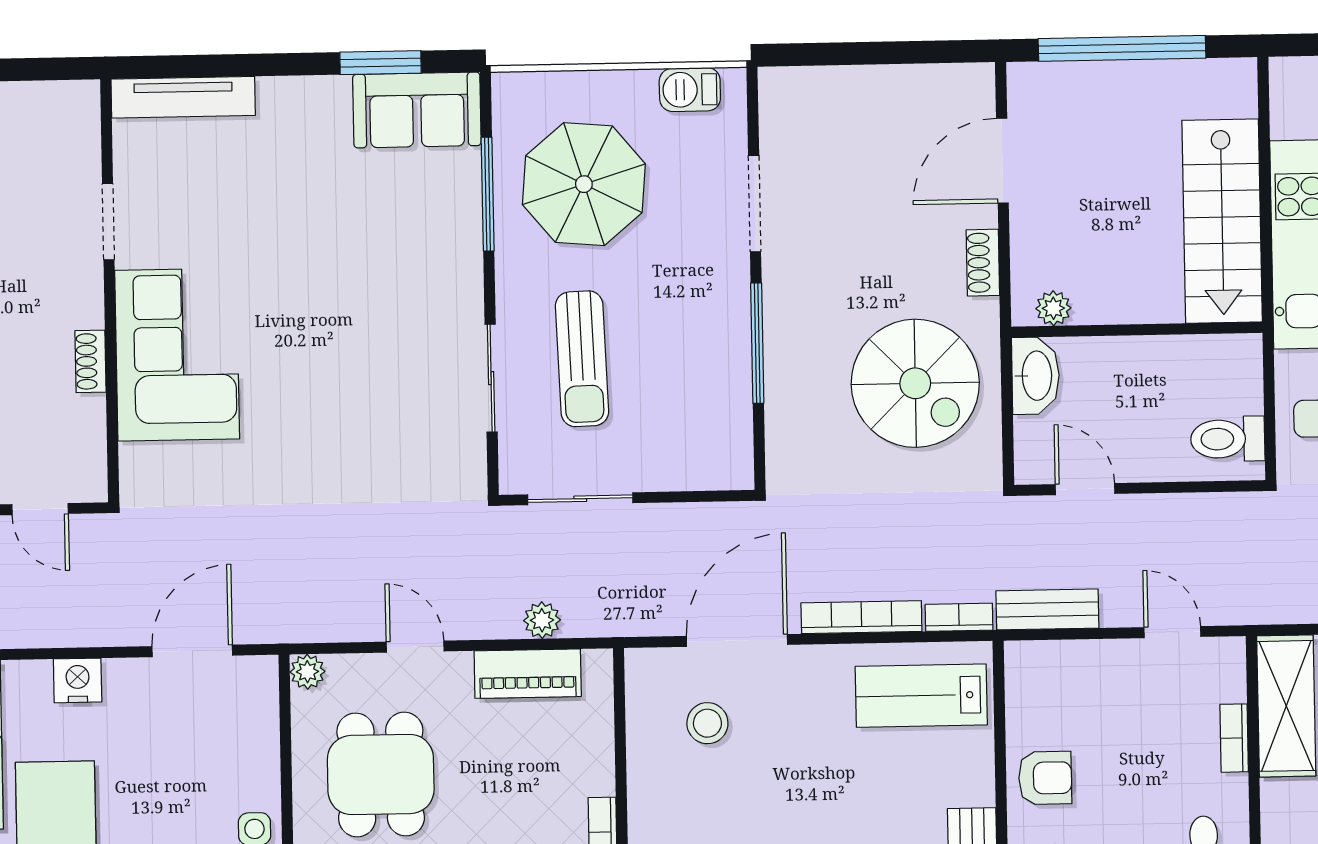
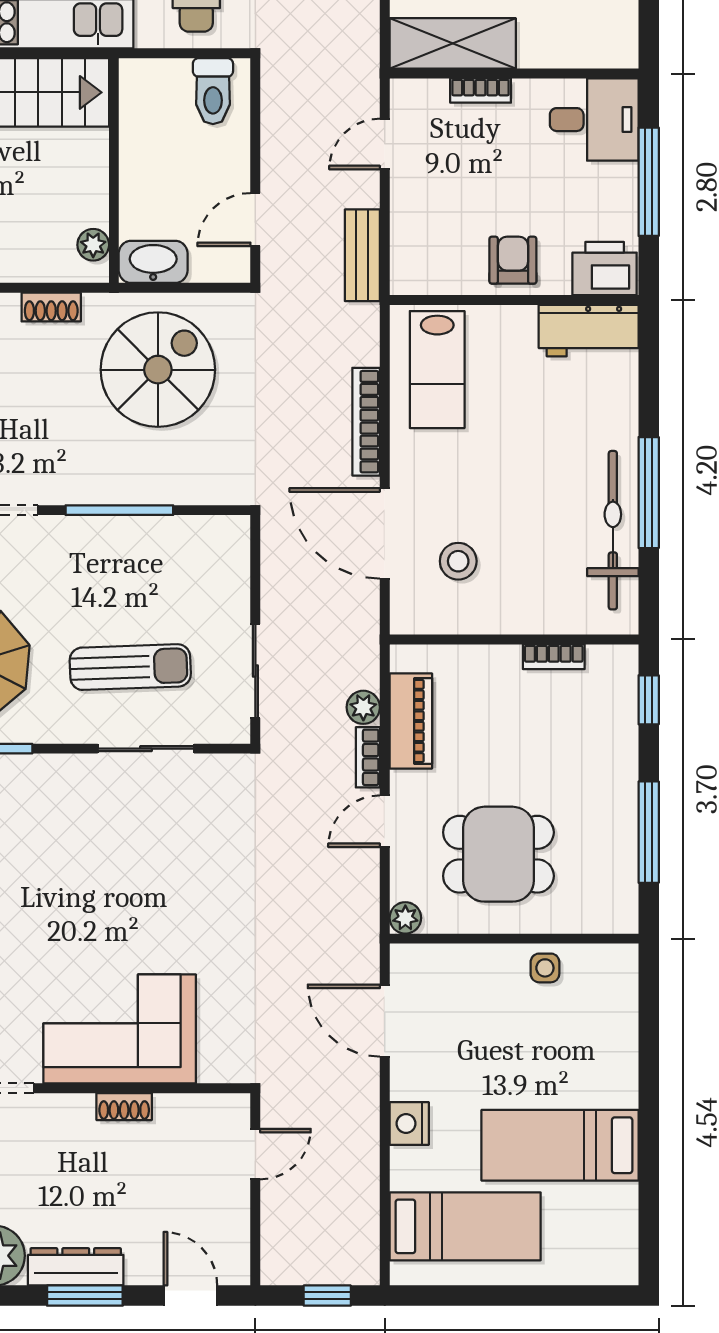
bookcase: (959, 617) -> (368, 757), moved

